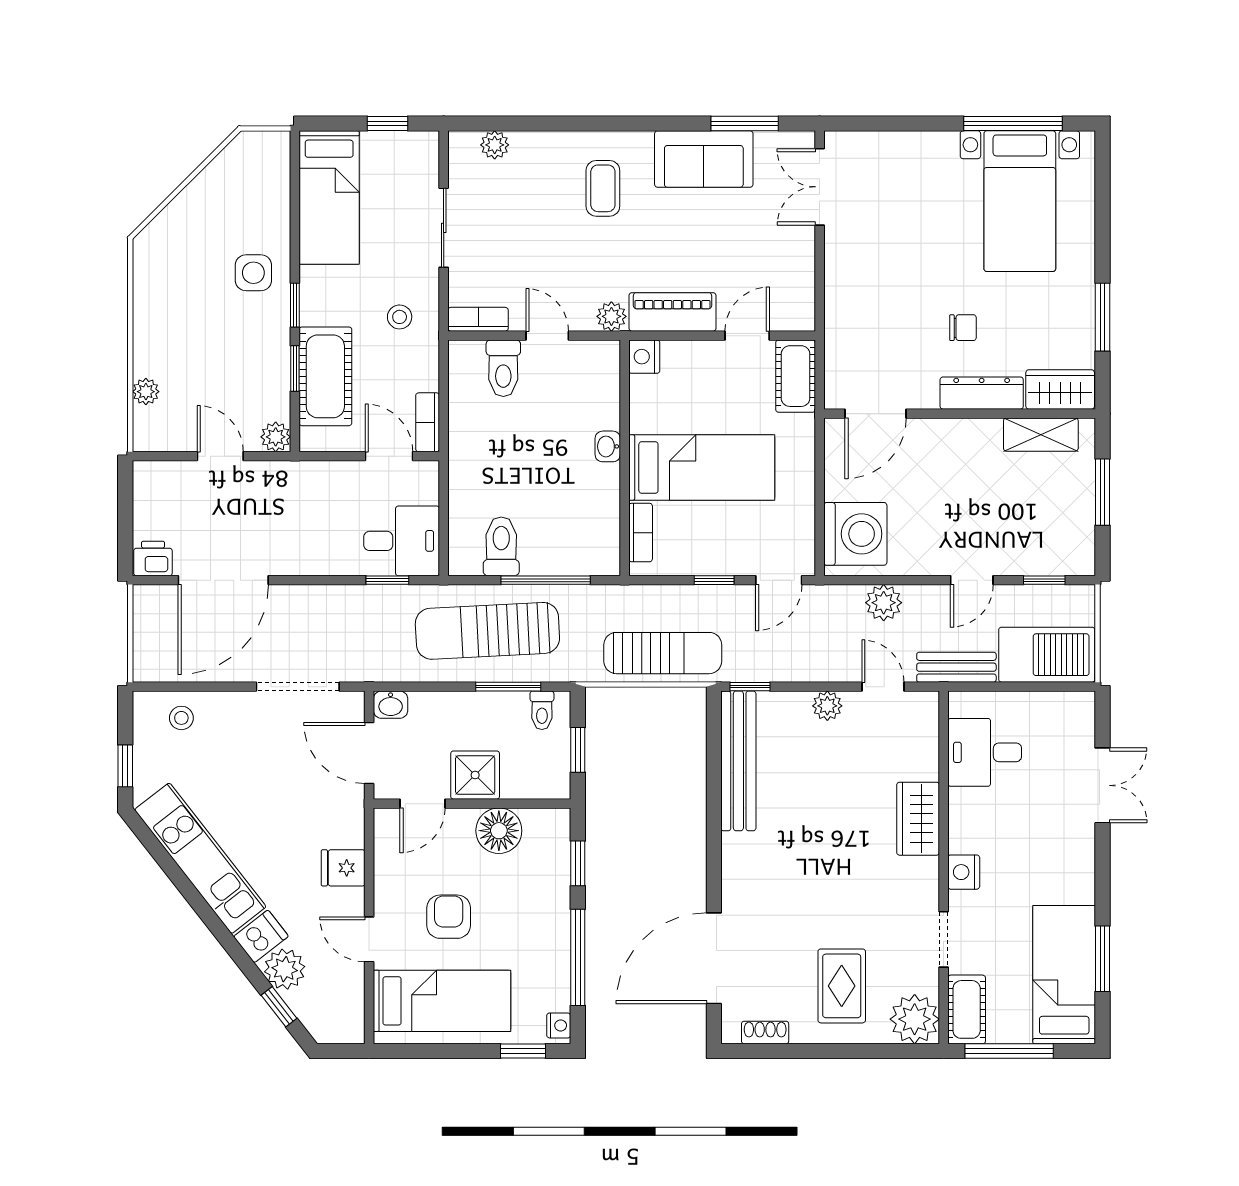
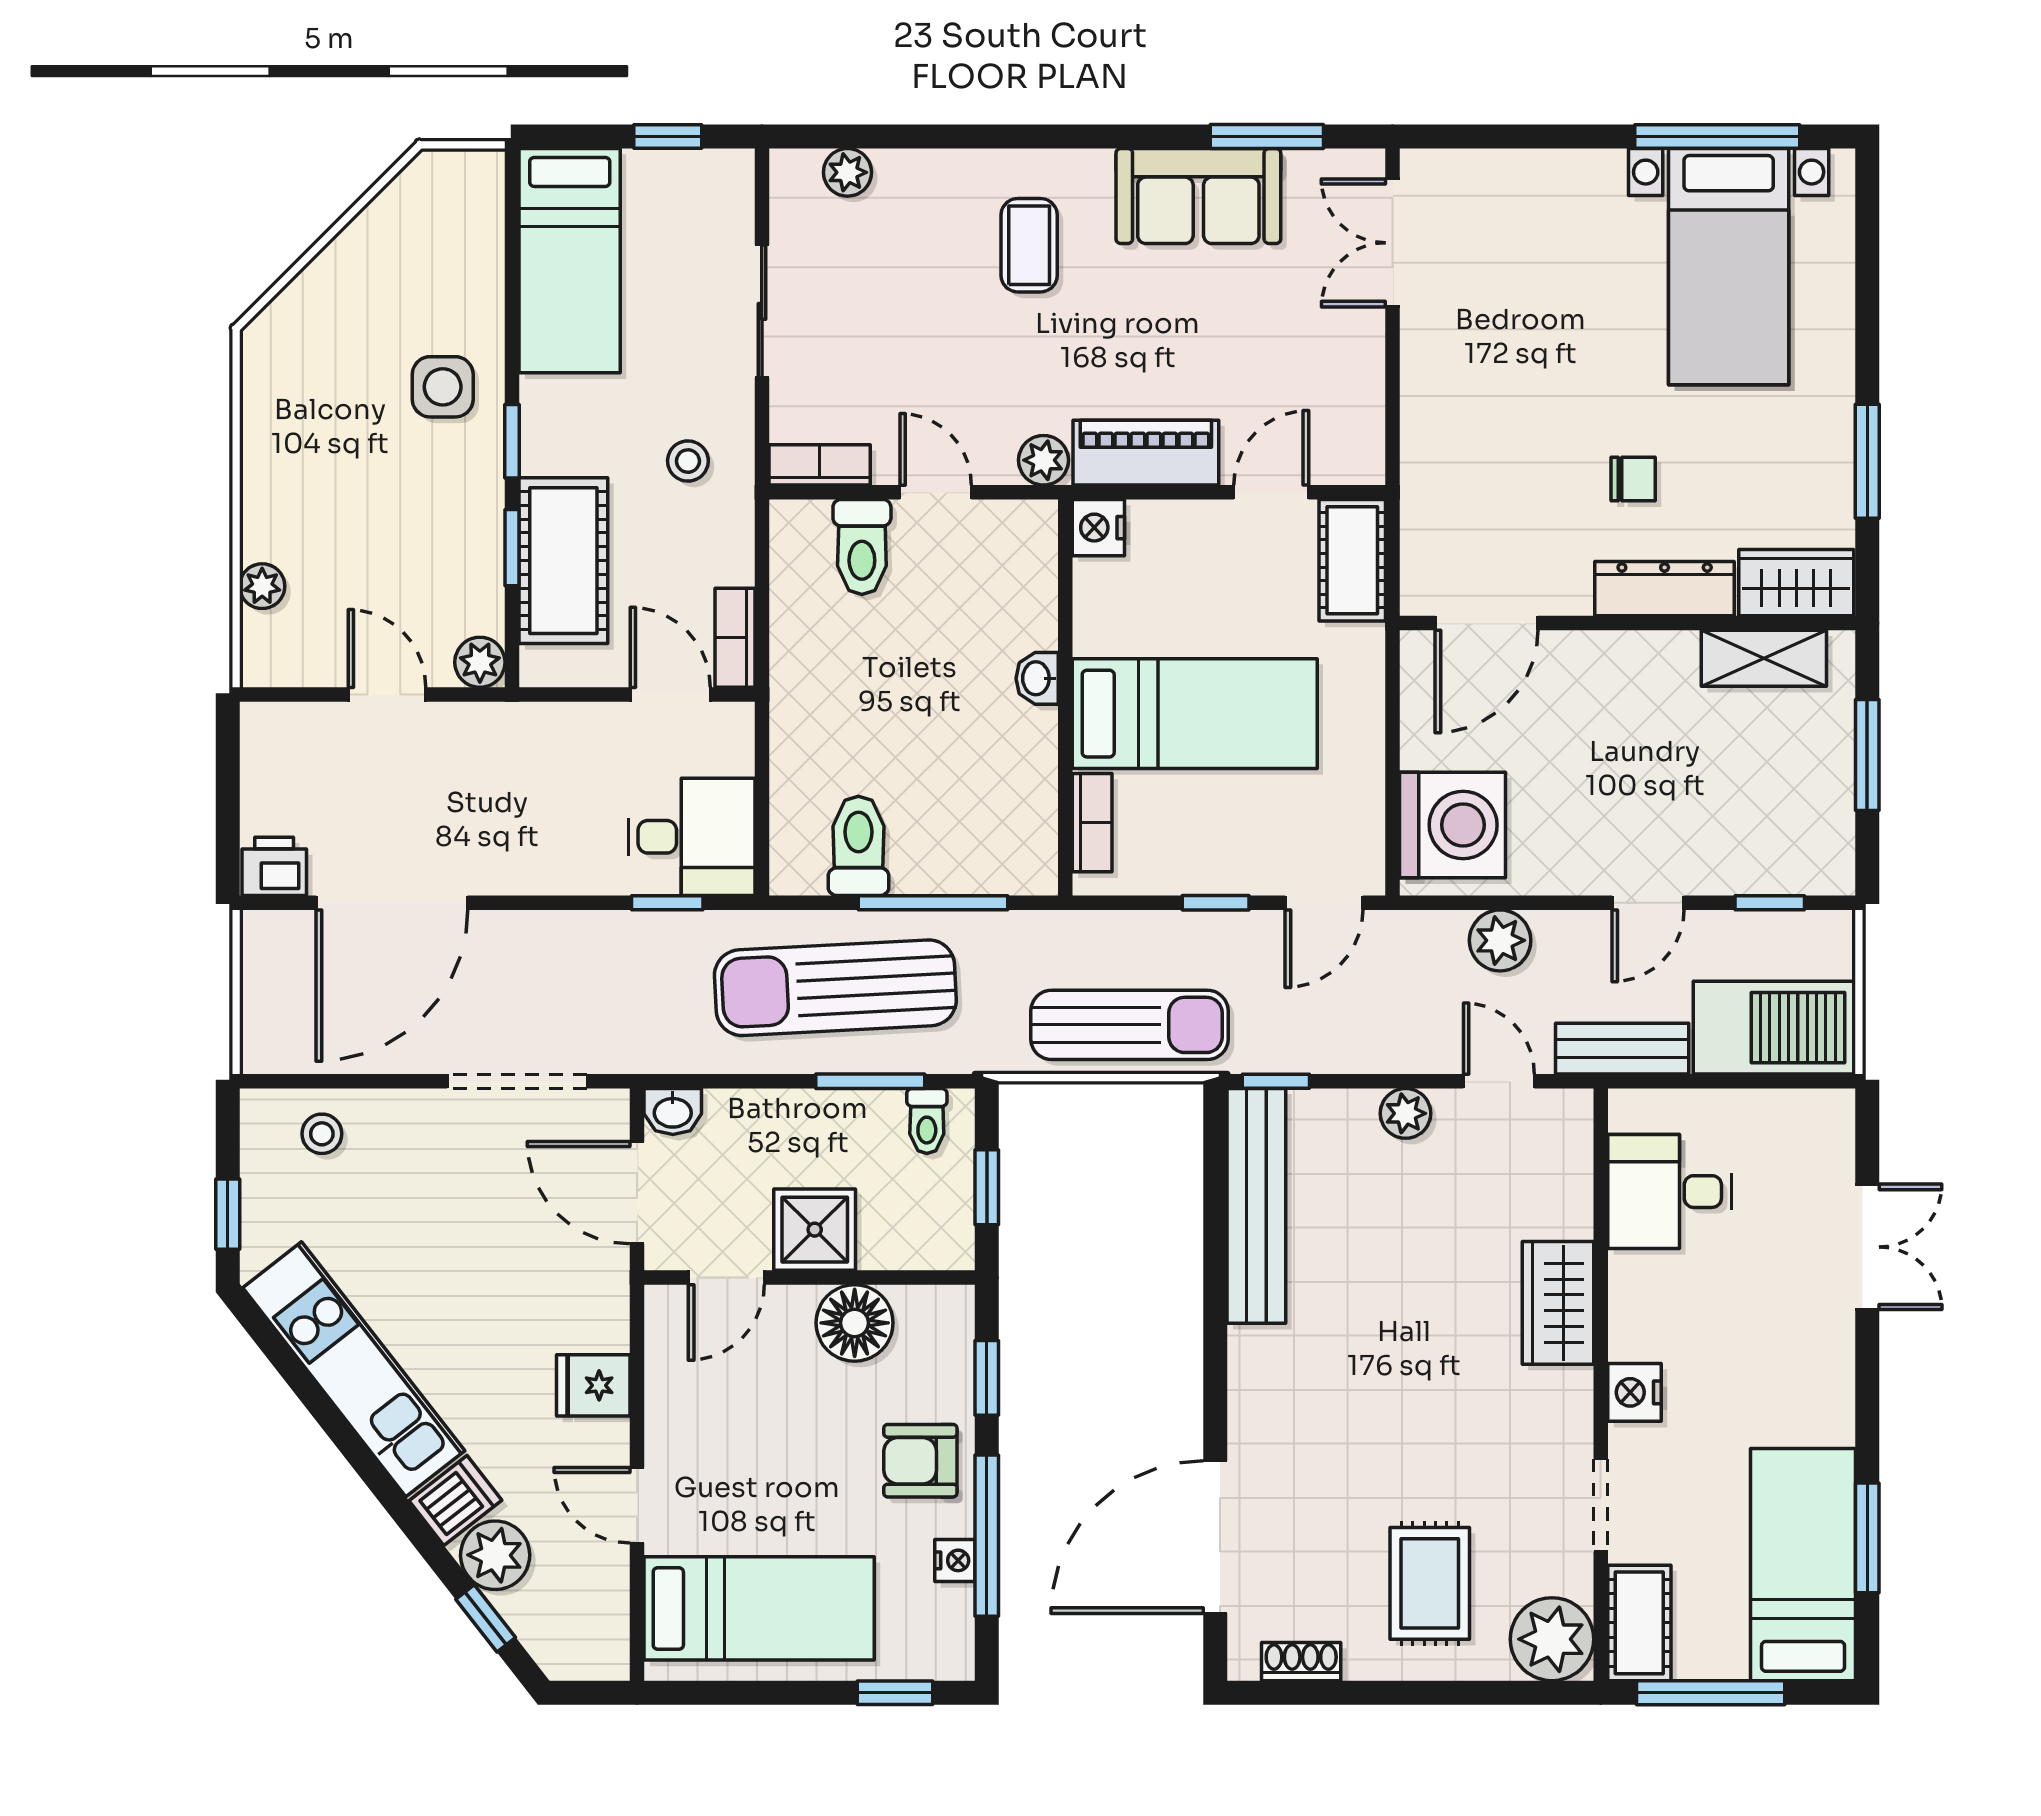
armchair: (449, 917) -> (920, 1461), moved, turned -90
nightstand: (559, 1025) -> (955, 1560), moved

